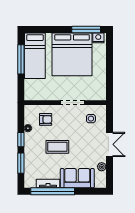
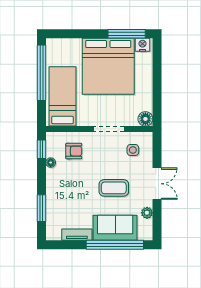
bed: (35, 56) -> (63, 96), moved, turned 180
window: (21, 59) -> (41, 73), width x1.46
floor lamp: (101, 95) -> (145, 119), added
window: (21, 140) -> (41, 149), moved
coffee table: (57, 147) -> (114, 188), moved
window: (53, 191) -> (115, 245), moved

